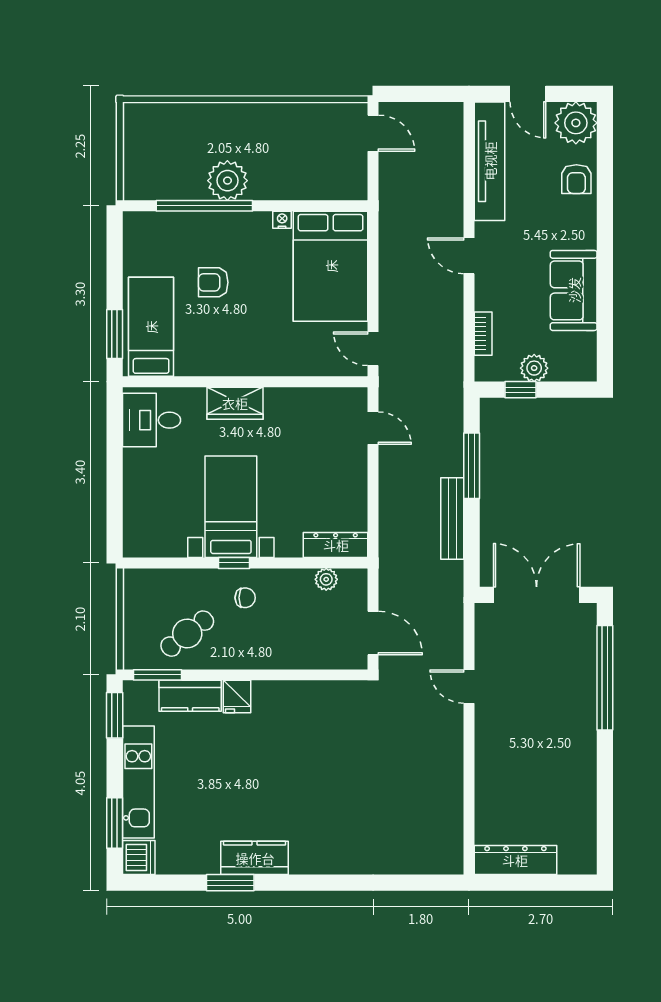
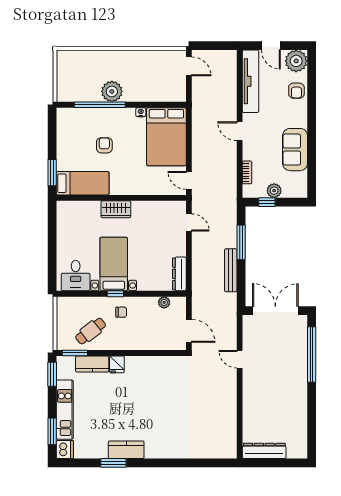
armchair: (213, 282) -> (104, 145), turned 90
bed: (151, 327) -> (83, 183), moved, turned 90
desk: (152, 420) -> (76, 276), moved, turned -90
dresser: (336, 545) -> (179, 274), moved, turned -90

